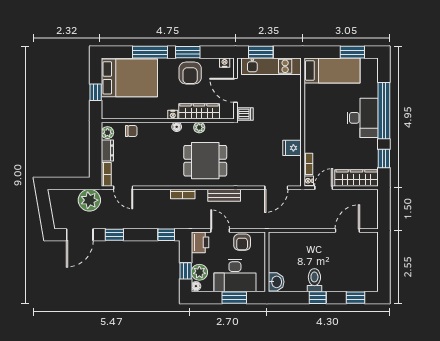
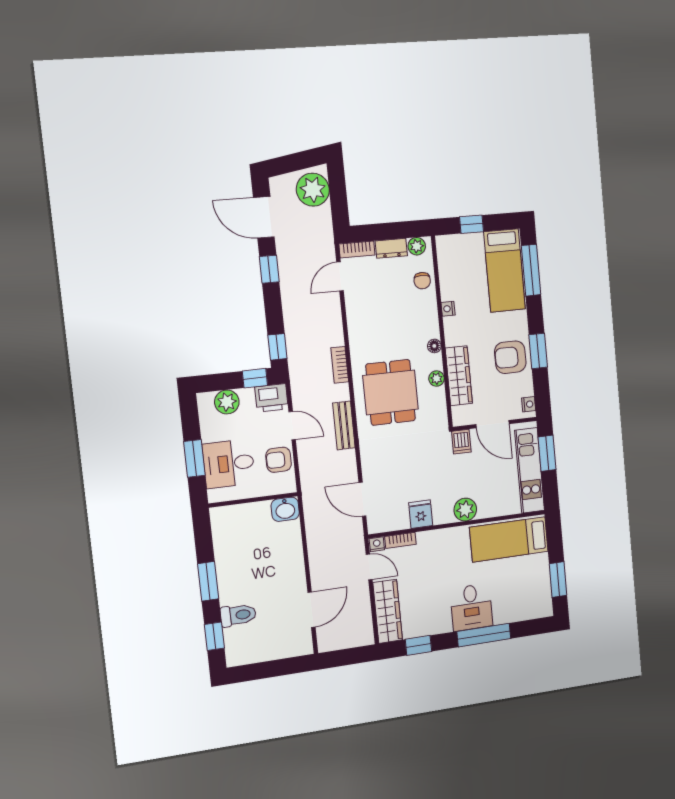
window: (150, 52) -> (531, 270), moved
bed: (332, 70) -> (509, 539), moved, turned 90
bed: (129, 78) -> (505, 270), width x0.67
door: (236, 90) -> (492, 424), swing flipped
window: (384, 111) -> (484, 635), width x0.68
nightstand: (173, 115) -> (448, 309), moved
plant: (293, 116) -> (465, 510), added
desk: (363, 118) -> (471, 607), width x0.73
plant: (89, 200) -> (313, 190), moved
door: (220, 231) -> (292, 426), hinge flipped
door: (347, 231) -> (311, 610), hinge flipped
window: (186, 271) -> (255, 378), moved
desk: (235, 275) -> (229, 464), width x0.73
toilet: (314, 280) -> (238, 615), moved
washbasin: (276, 282) -> (285, 509), moved
floor lamp: (196, 286) -> (205, 399), removed
window: (318, 298) -> (208, 581), width x1.50

